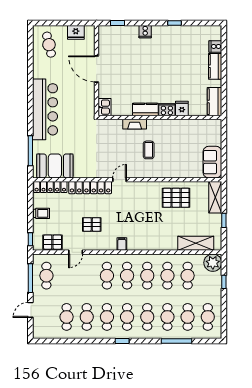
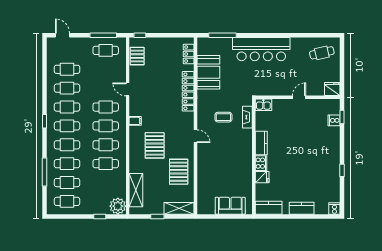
fridge: (76, 32) -> (332, 89), moved, turned 90
cooker: (145, 32) -> (334, 120), moved
cooker: (215, 46) -> (334, 209), moved
door: (97, 69) -> (299, 97), width x0.53
fireplace: (135, 124) -> (247, 117), moved
coffee table: (149, 150) -> (223, 117), moved
sofa: (212, 162) -> (230, 206), moved
booth: (55, 166) -> (208, 72), moved
door: (120, 180) -> (195, 136), moved
locker: (50, 187) -> (189, 54), width x0.66
trolley: (42, 213) -> (164, 46), removed
pallet: (92, 224) -> (155, 145), moved, width x1.50, depth x1.42
door: (76, 252) -> (128, 89), moved
cafe table: (188, 276) -> (106, 183), removed
door: (30, 310) -> (63, 35), moved

